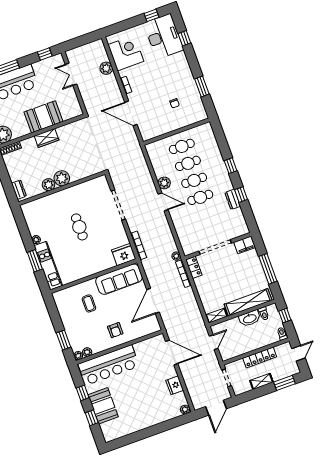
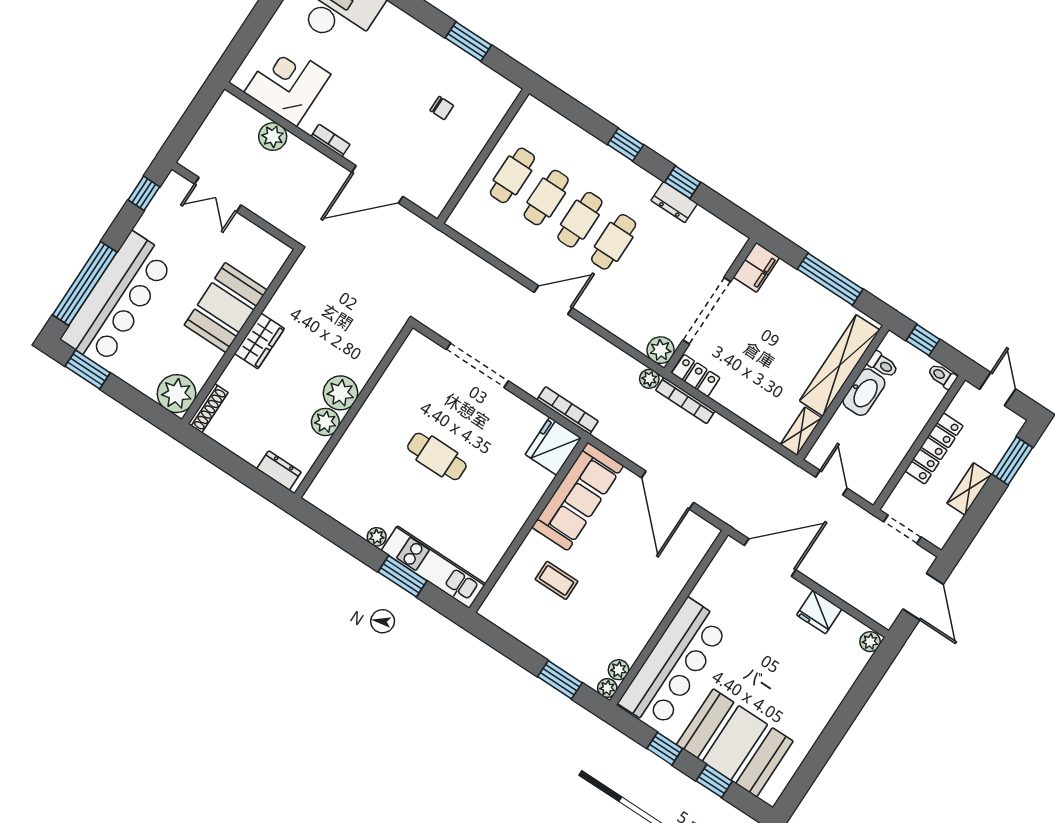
plant: (164, 183) -> (661, 350), moved
armchair: (115, 330) -> (639, 593), removed
booth: (103, 406) -> (735, 743), width x1.36, depth x1.42

